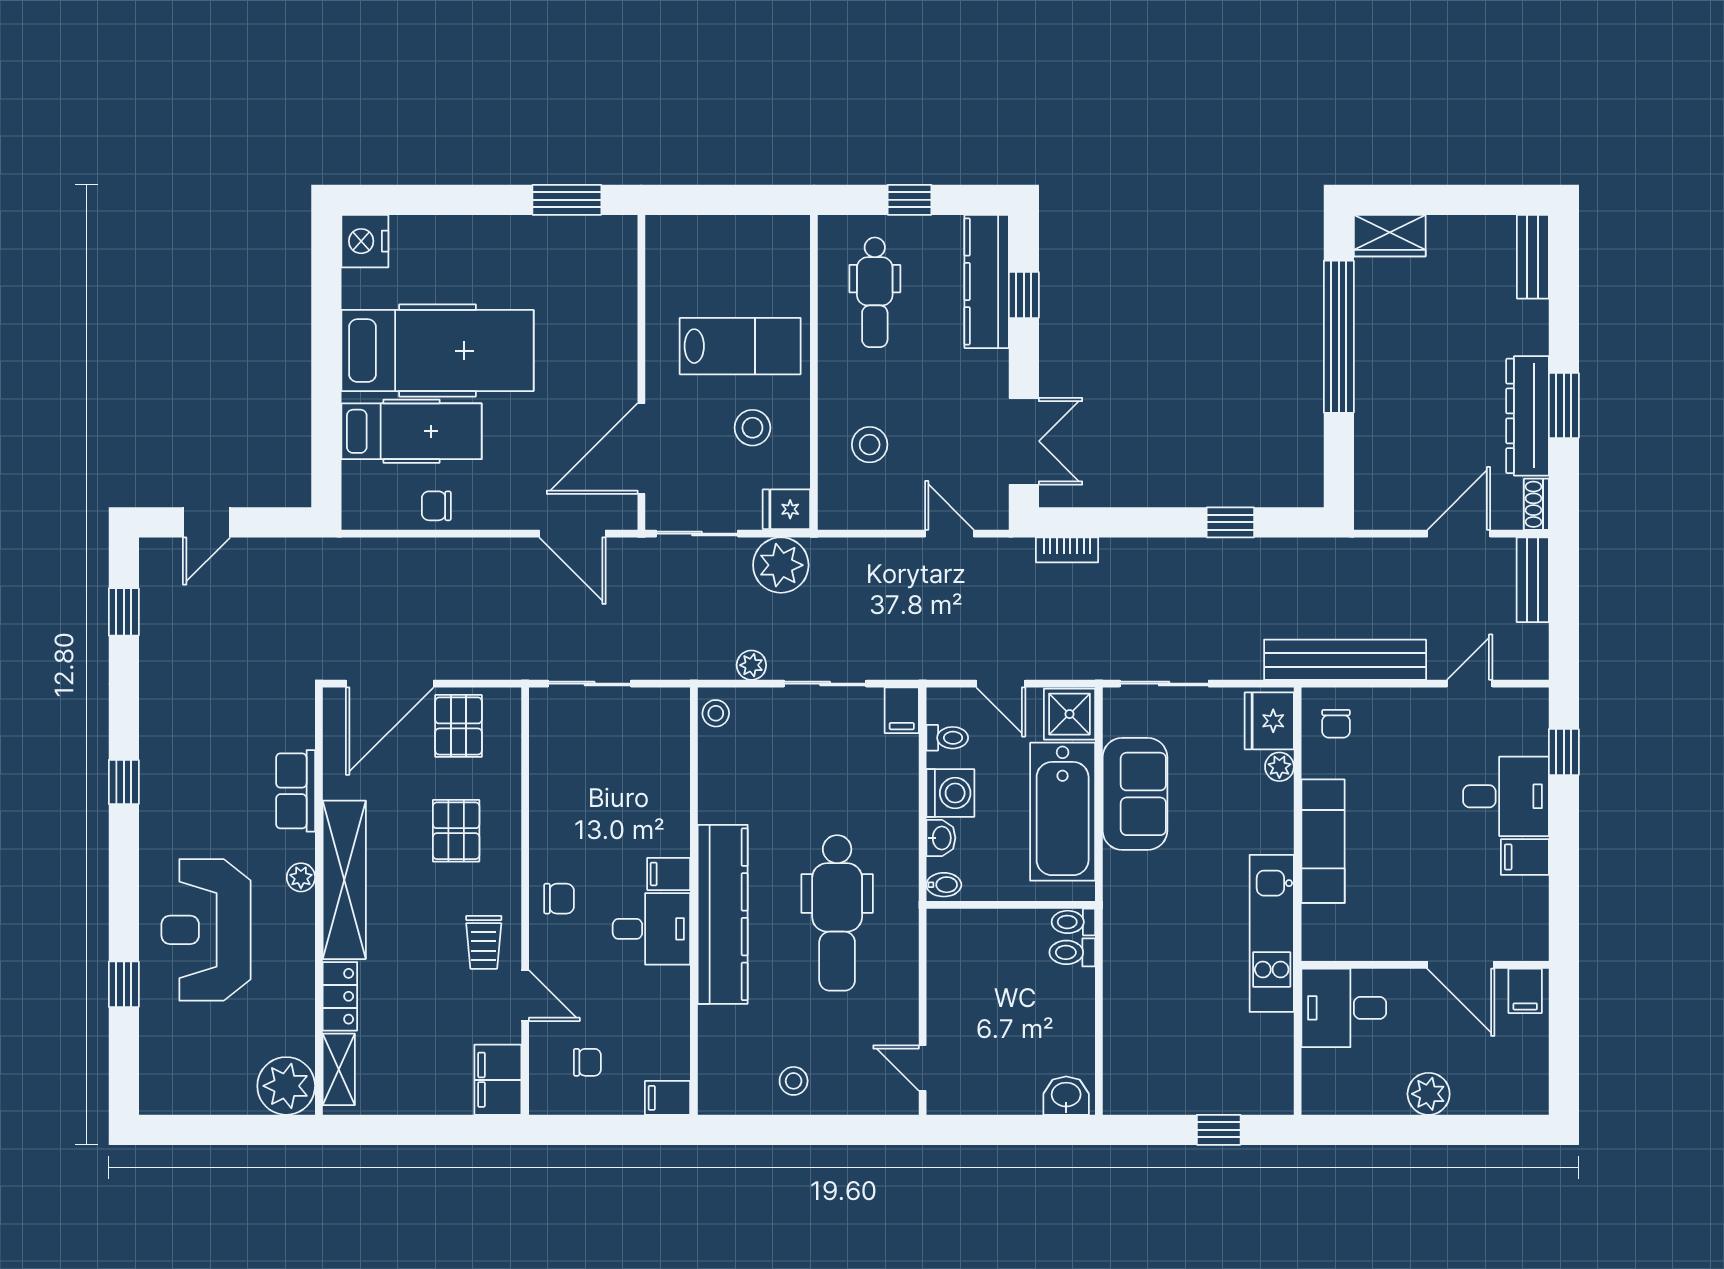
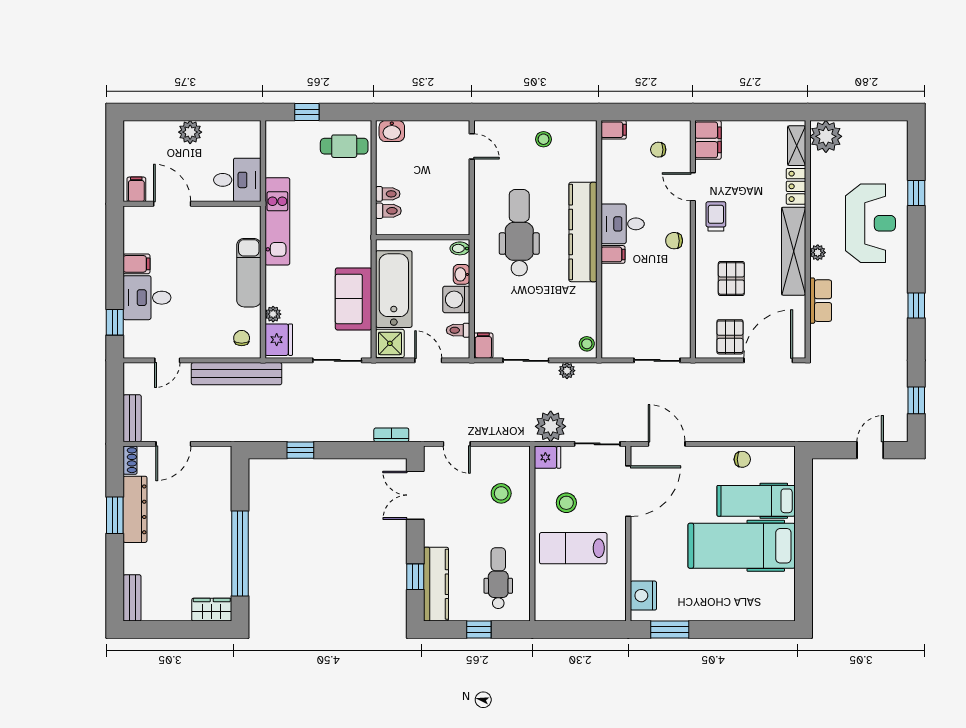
nightstand: (365, 241) -> (643, 596), moved, turned 180
toilet: (1073, 922) -> (388, 194), moved
cafe table: (1152, 1069) -> (344, 146), added

